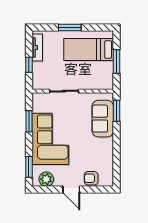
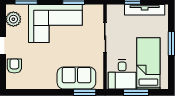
tv unit: (37, 48) -> (145, 10), width x1.41
desk: (99, 75) -> (122, 74), added

